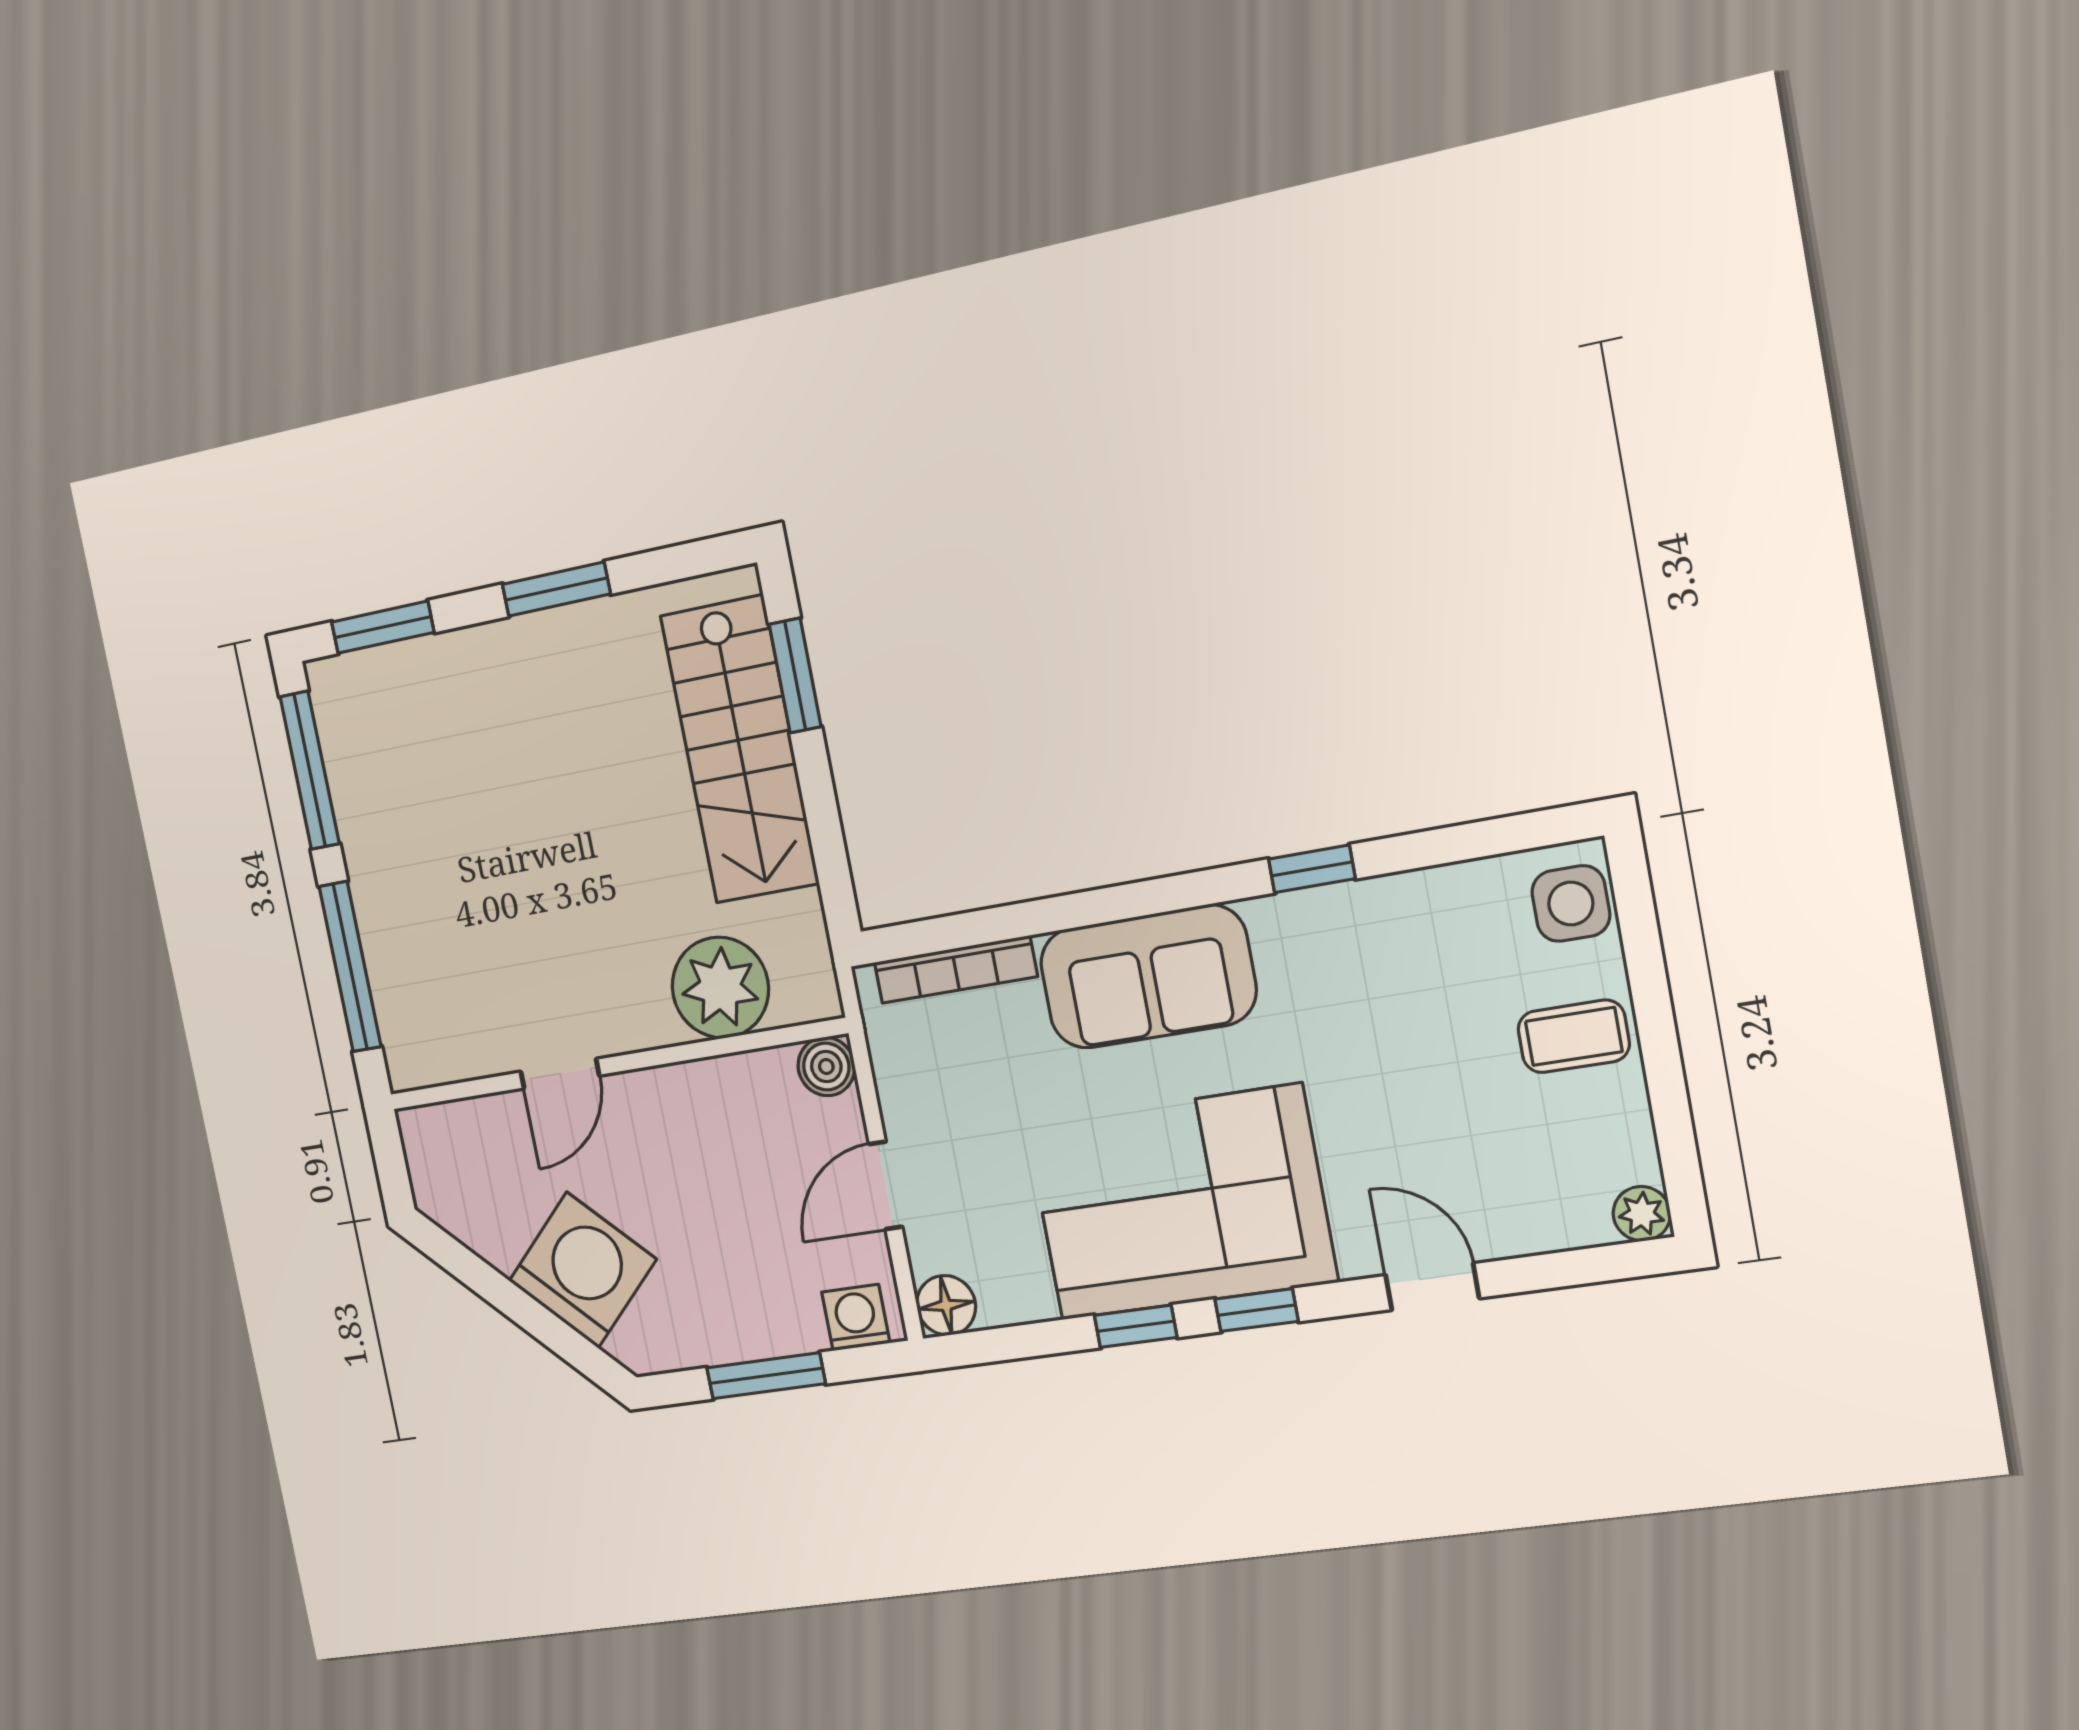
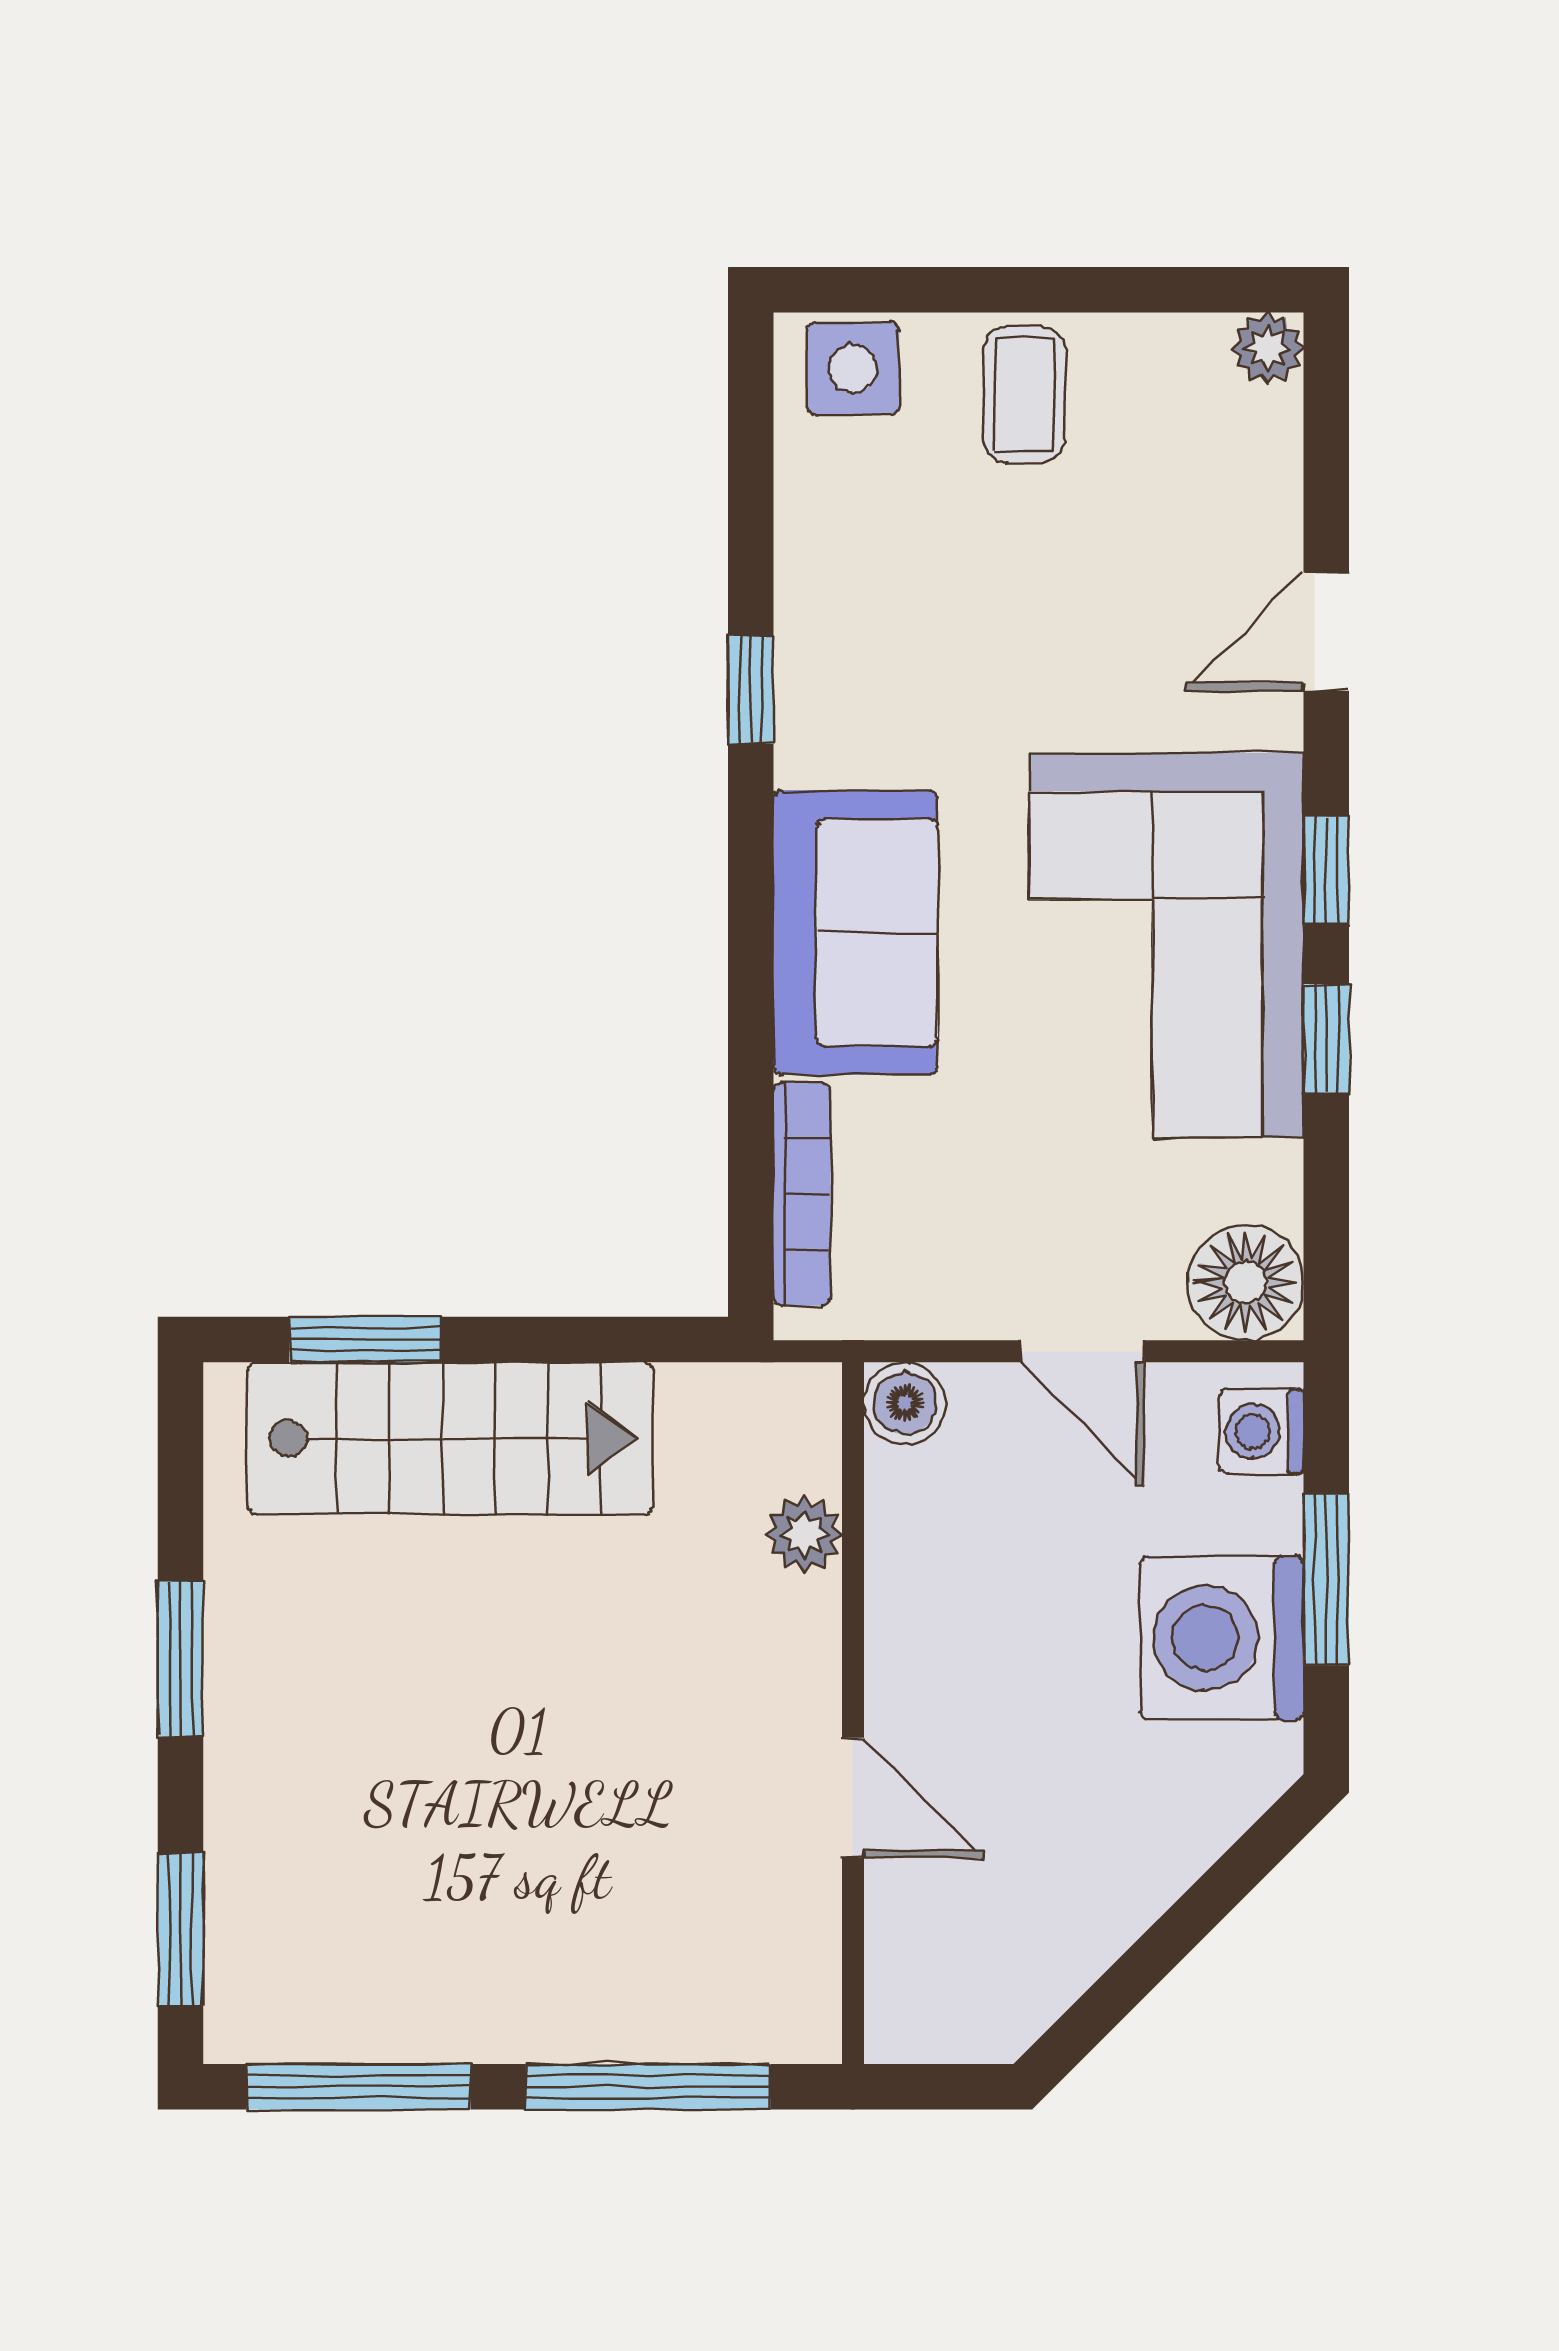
plant: (720, 988) -> (804, 1534), width x0.53, depth x0.53
washing machine: (582, 1270) -> (1222, 1638), moved, turned -45
floor lamp: (946, 1305) -> (1246, 1282), width x1.38, depth x1.38

